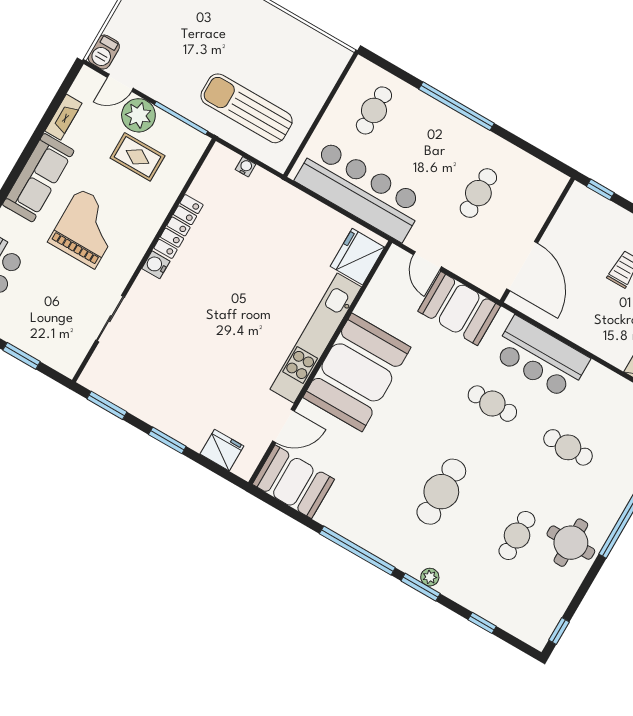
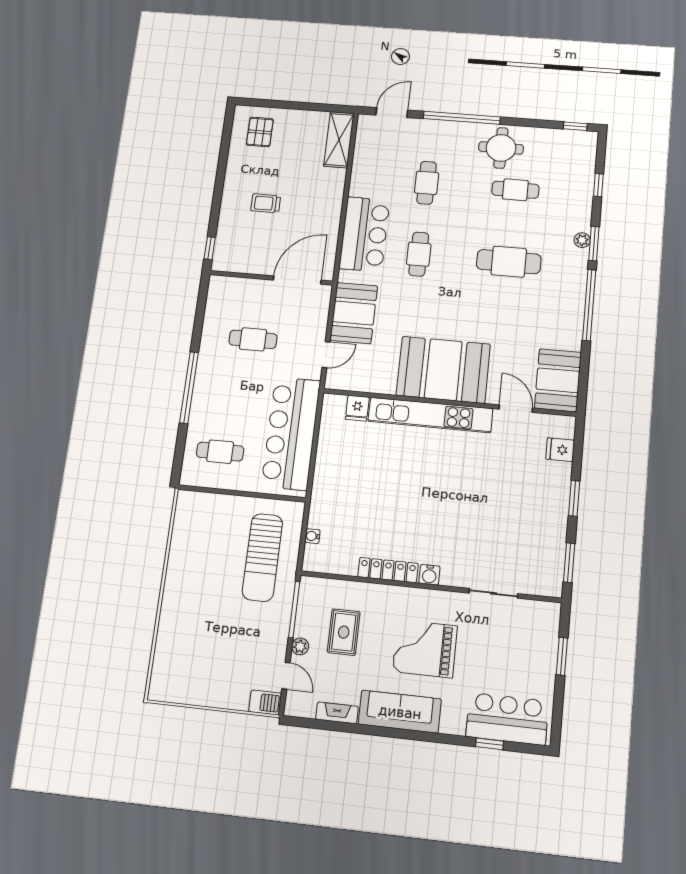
plant: (138, 115) -> (300, 646), width x0.53, depth x0.53
fridge: (357, 257) -> (357, 408), width x0.53, depth x0.75
fridge: (222, 450) -> (560, 450), width x0.72

